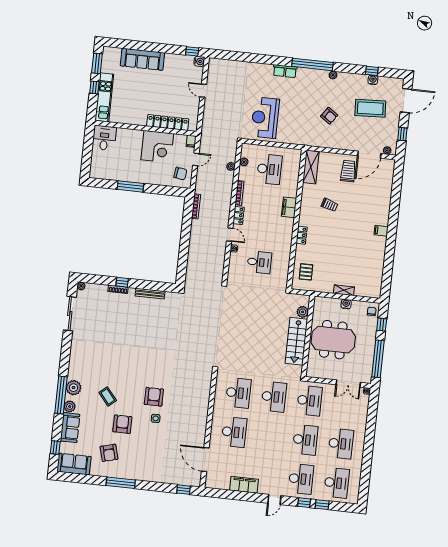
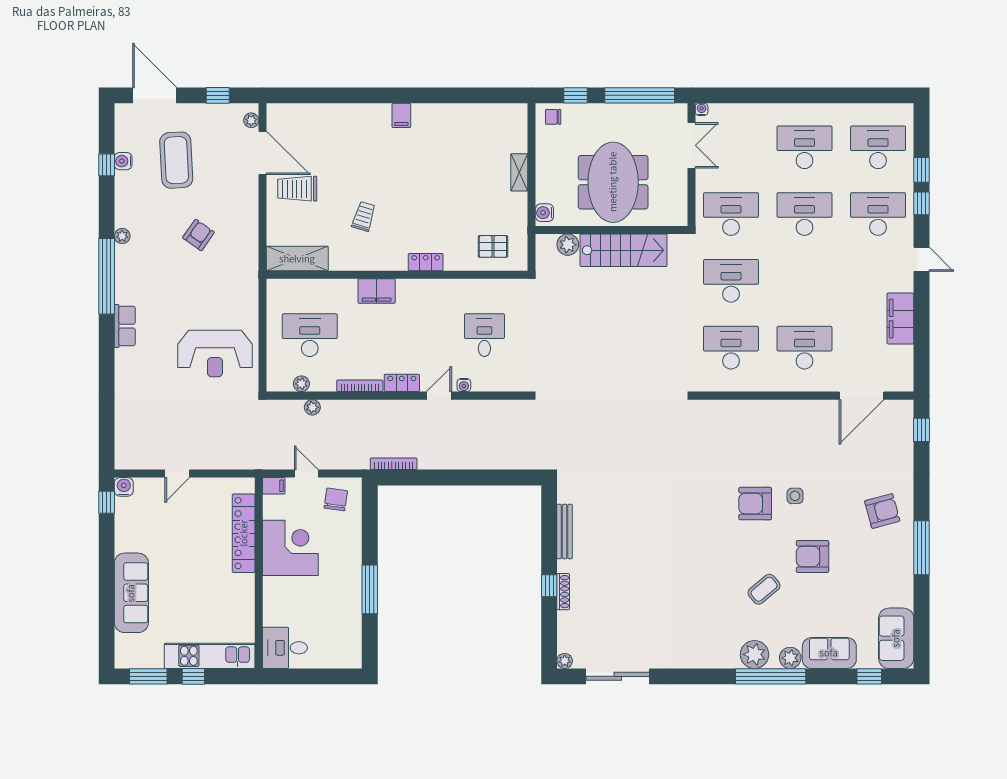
water cooler: (346, 304) -> (544, 213), moved
armchair: (109, 453) -> (882, 511), moved

